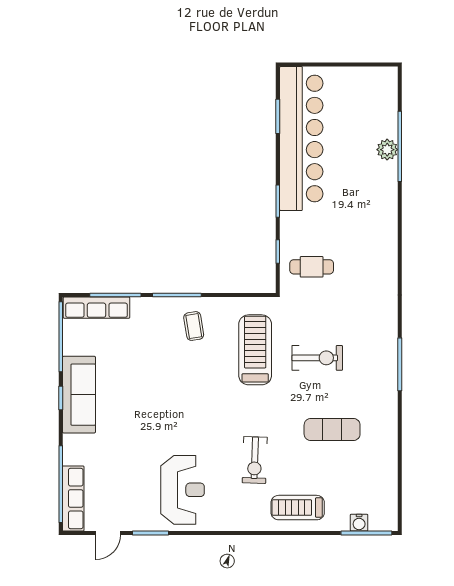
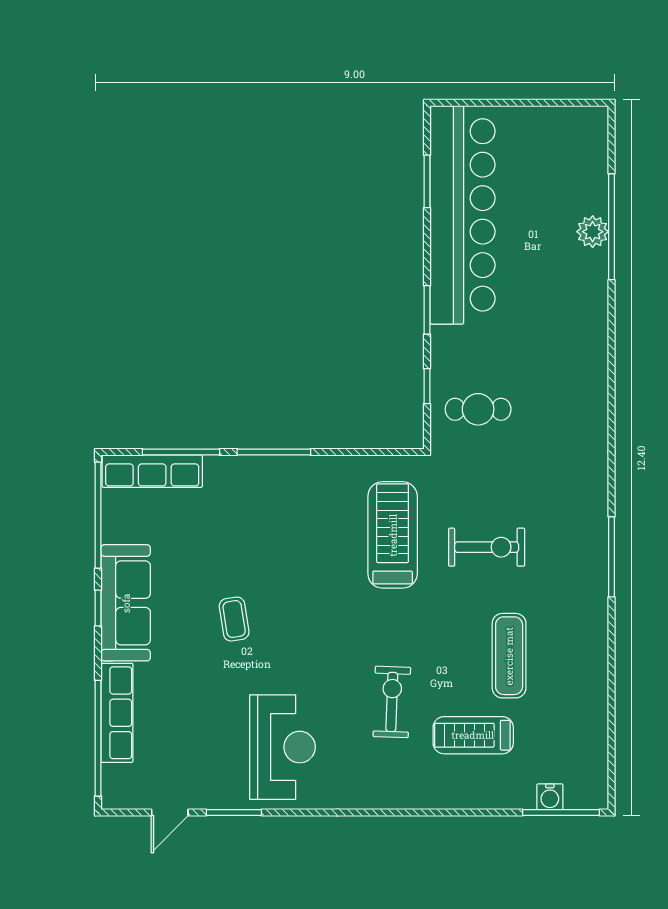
coffee table: (194, 326) -> (234, 619), moved
exercise mat: (332, 430) -> (509, 656), turned 90
exercise bike: (255, 460) -> (392, 702), turned 180
row of seats: (73, 498) -> (117, 713), moved
treadmill: (298, 508) -> (473, 735), moved

